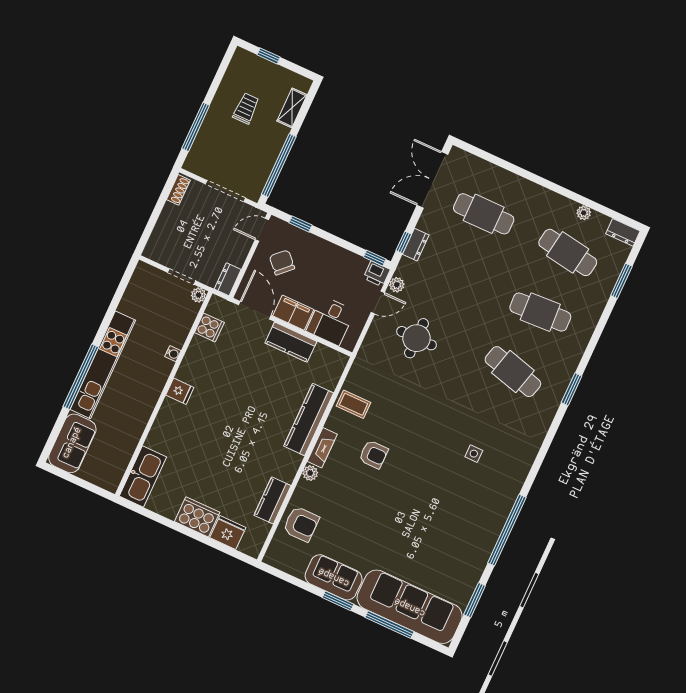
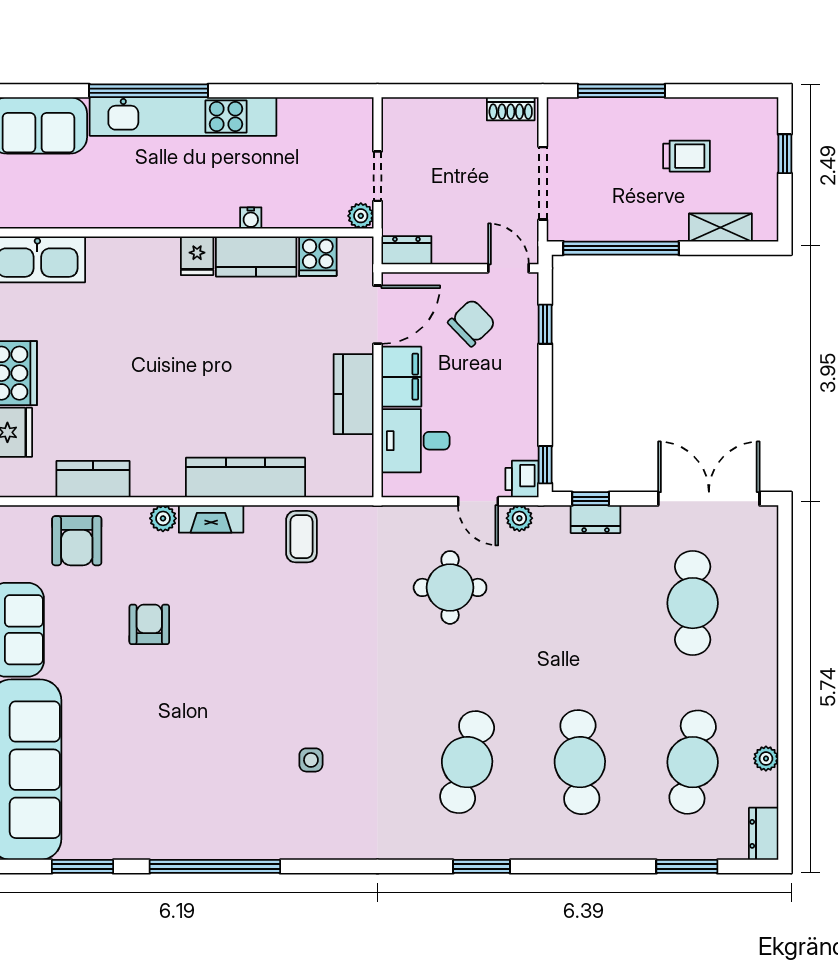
kitchen counter: (195, 360) -> (256, 257), added
armchair: (374, 454) -> (149, 624), moved, turned 180

